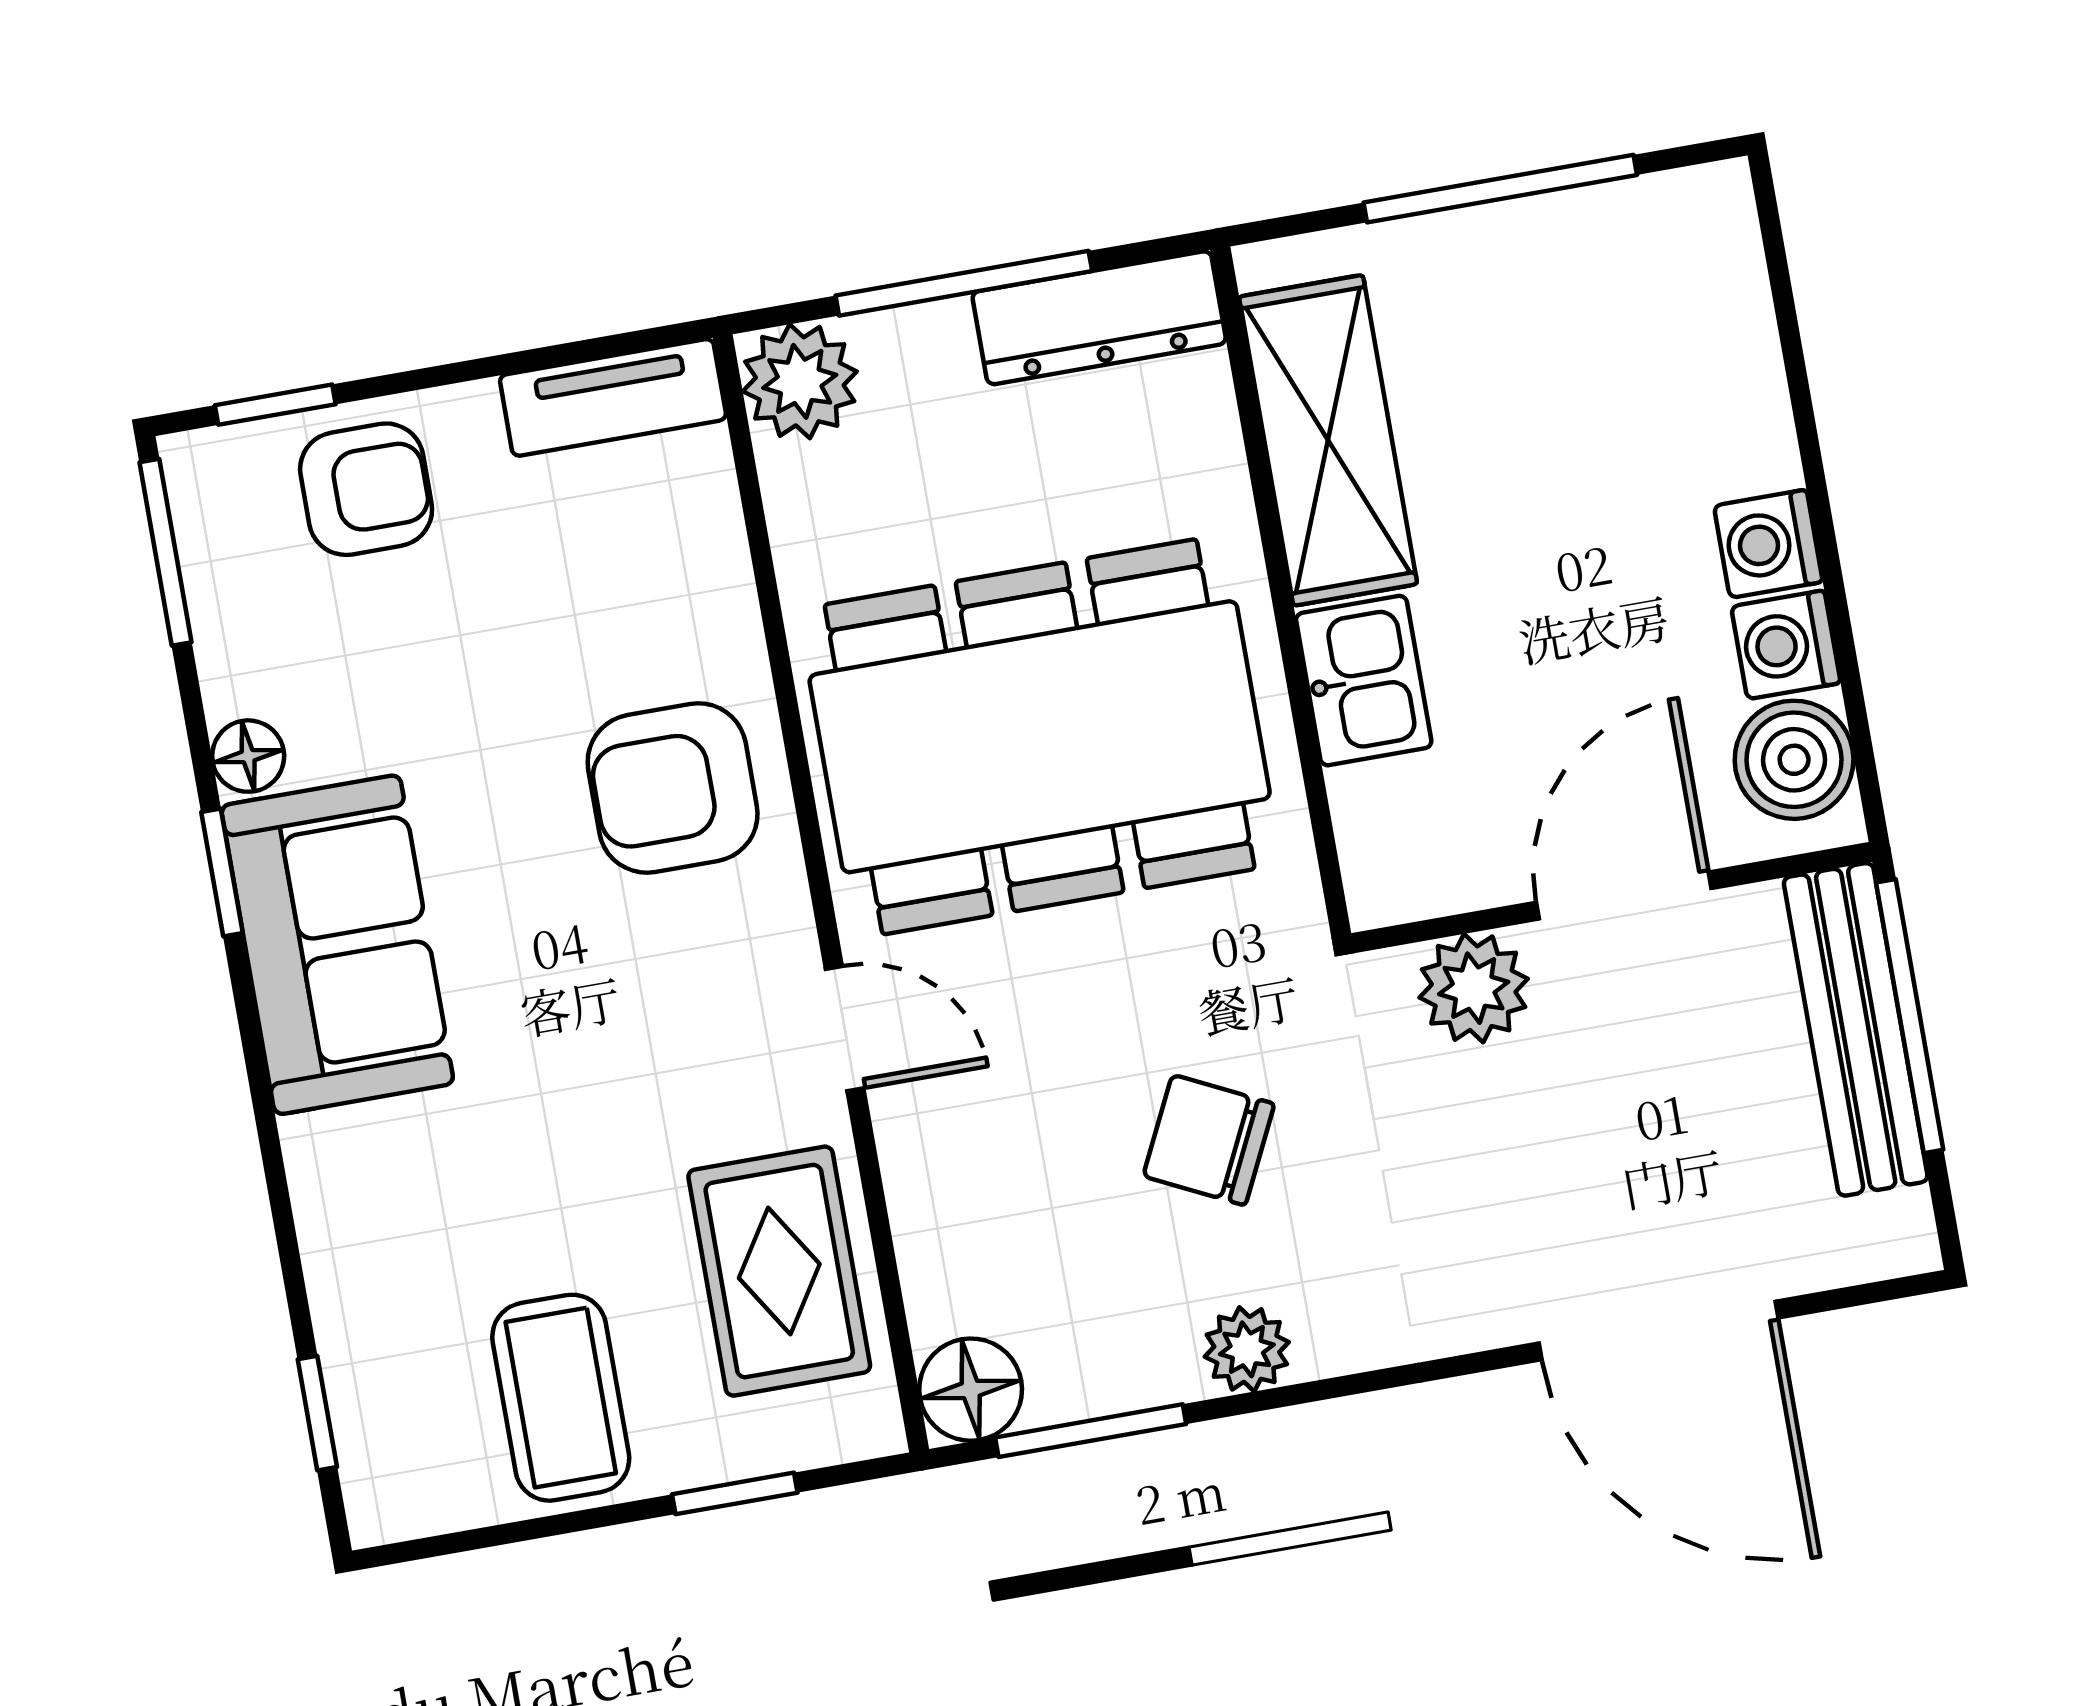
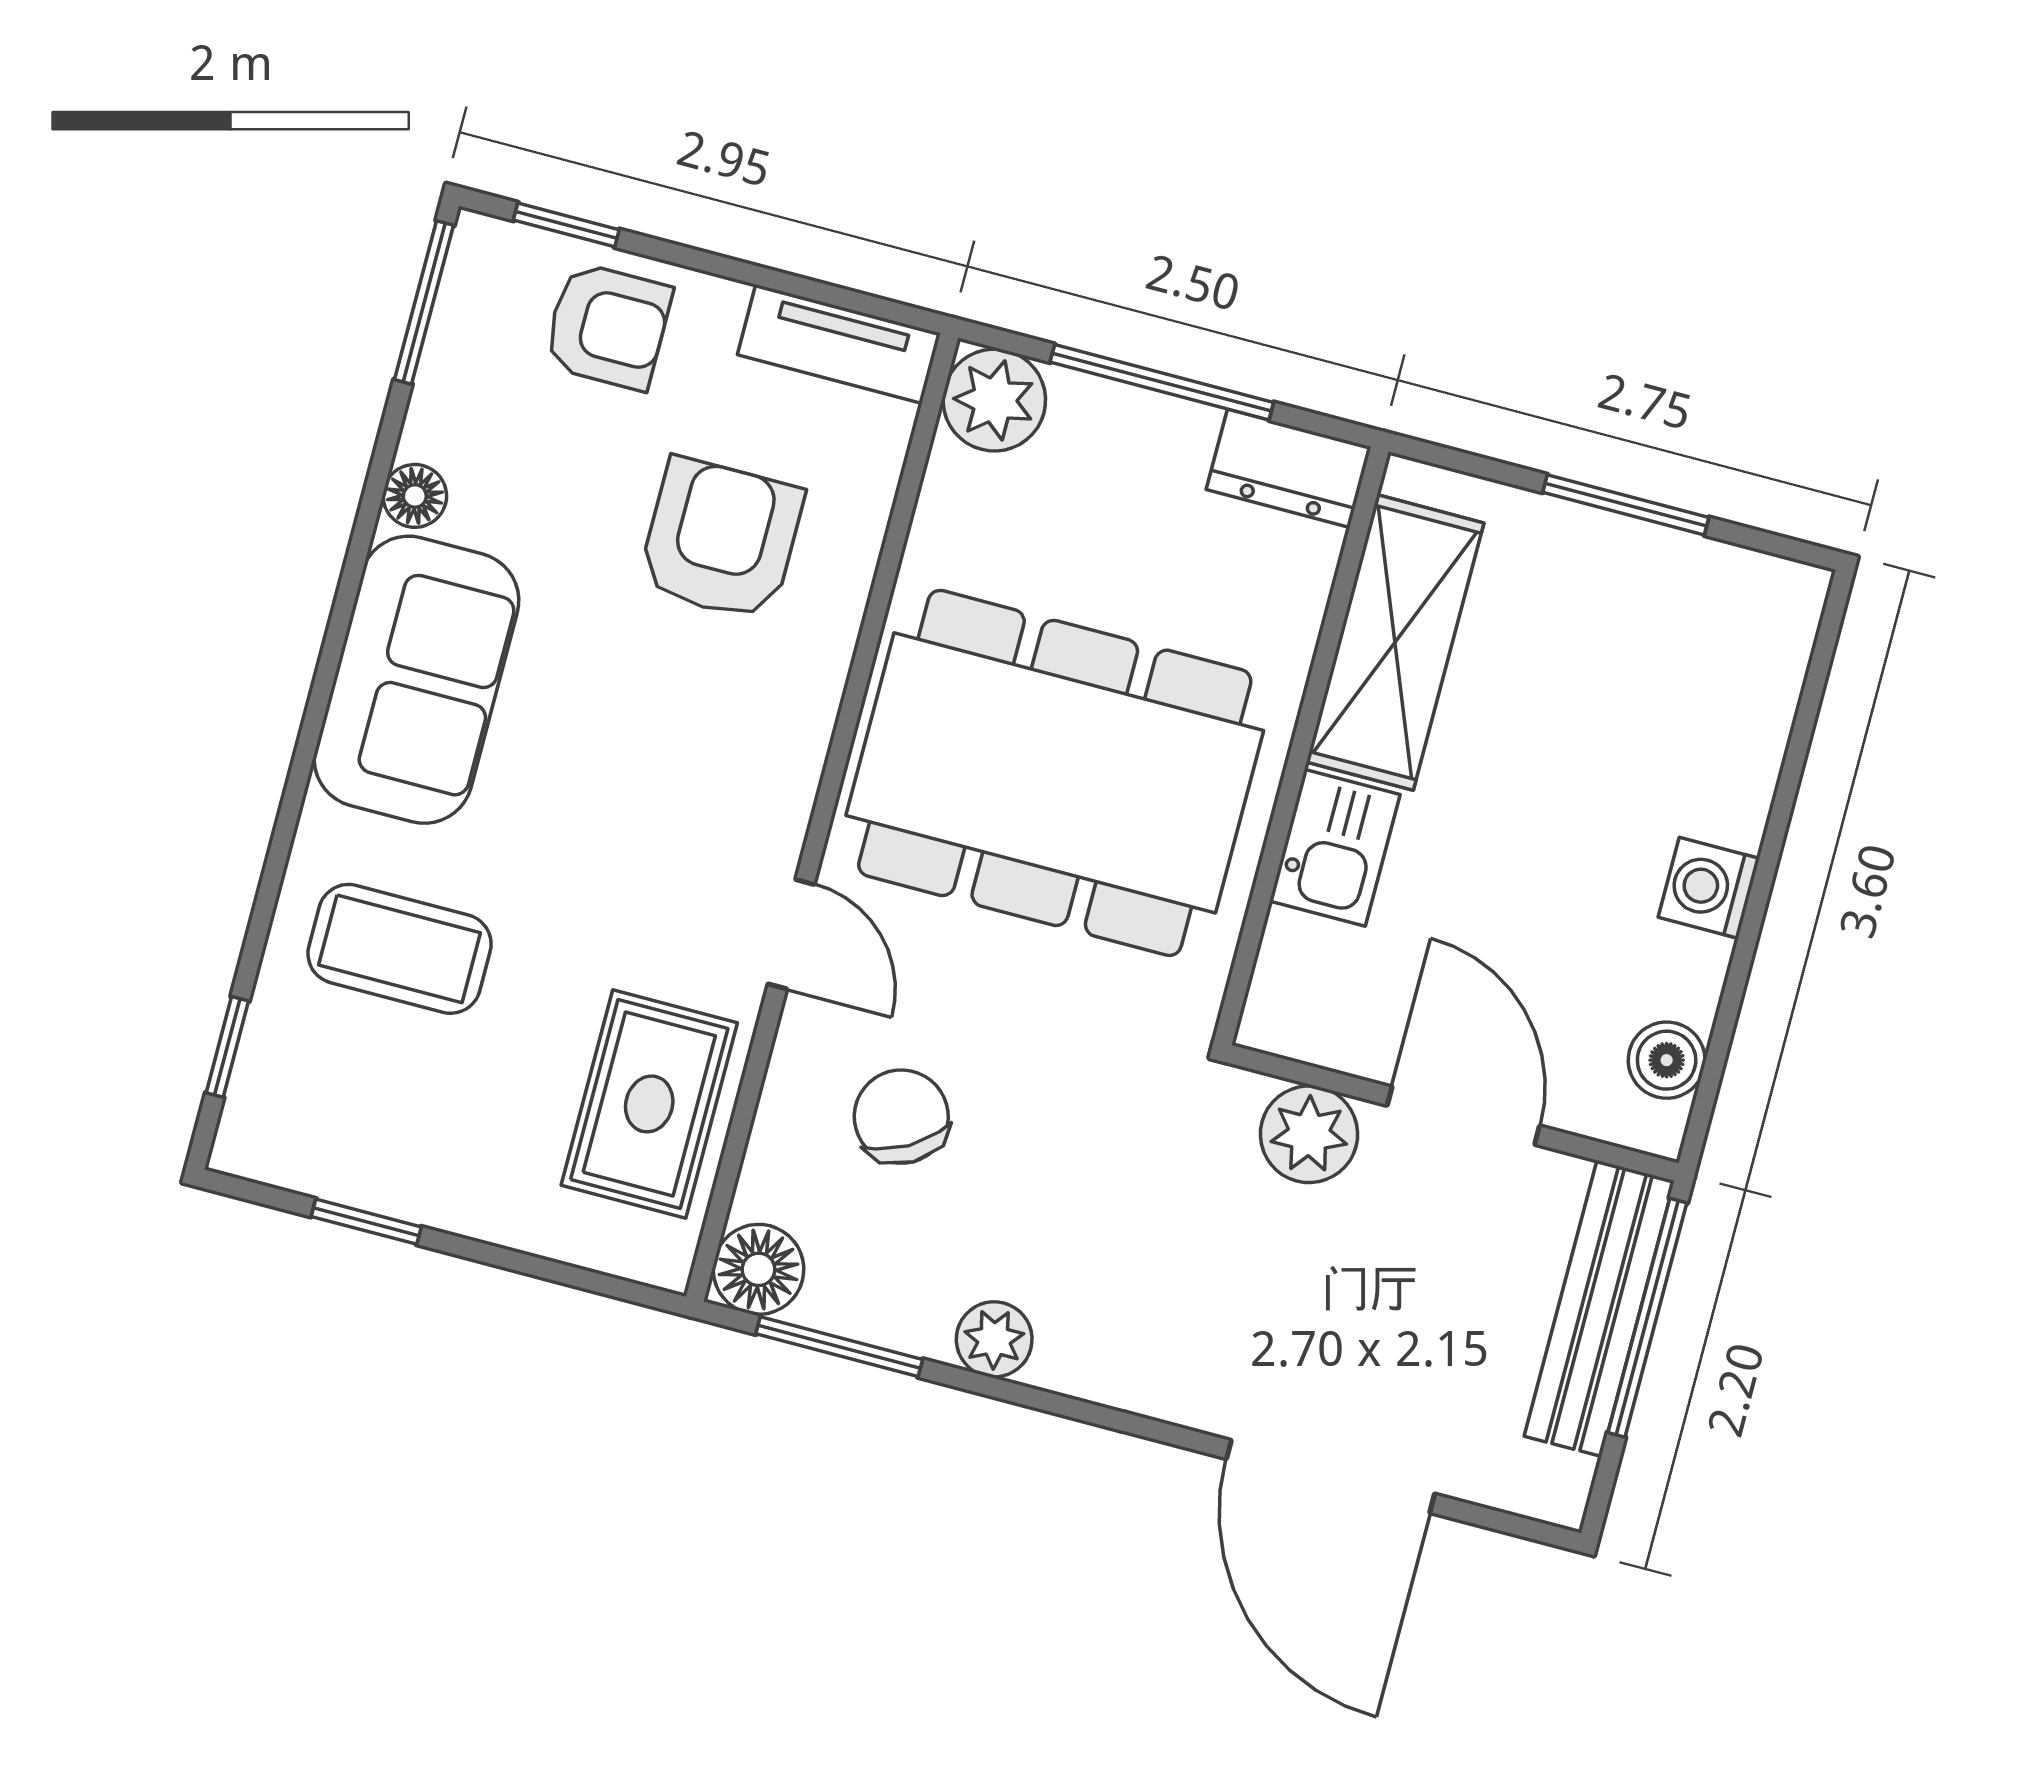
window: (1500, 189) -> (1626, 505), width x0.69
dresser: (1099, 318) -> (1289, 468), width x0.70
washing machine: (1786, 645) -> (1686, 975), removed
boiler: (1794, 760) -> (1667, 1060), width x0.73, depth x0.73
armchair: (673, 788) -> (721, 539), moved, turned 90
window: (222, 873) -> (351, 579), removed
door: (1624, 895) -> (1463, 1116), hinge flipped
chair: (1209, 1140) -> (901, 1117), moved, turned 34
coffee table: (561, 1398) -> (400, 949), moved, turned 90
window: (735, 1493) -> (366, 1222), moved

